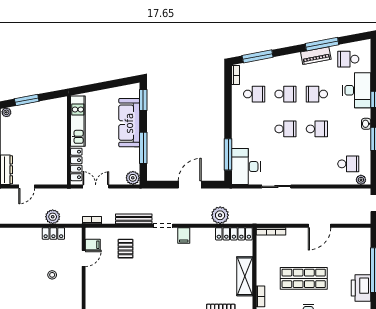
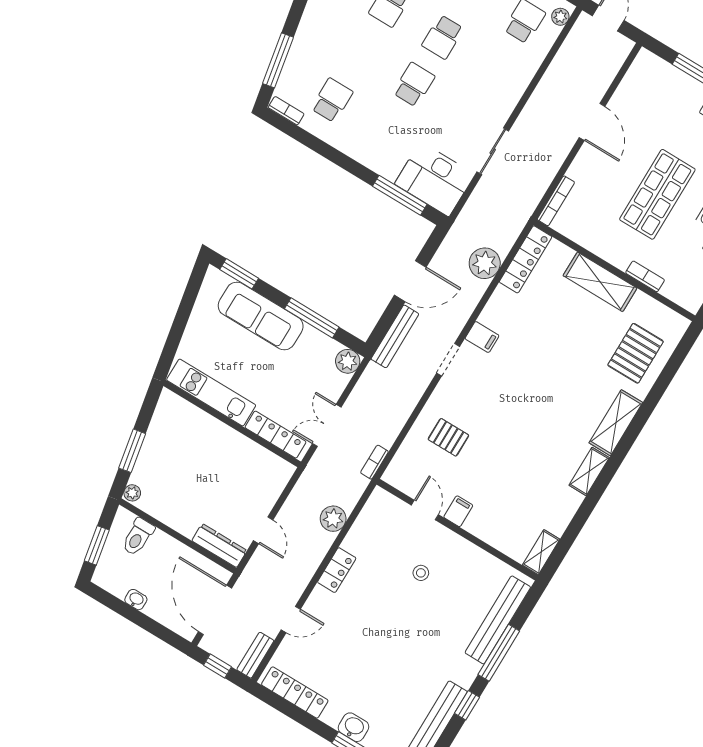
school desk: (285, 94) -> (361, 53), removed
school desk: (317, 129) -> (443, 37), turned 180
door: (190, 185) -> (410, 281), swing flipped
bench: (134, 219) -> (395, 336), moved
locker: (53, 234) -> (337, 570), moved
filing cabinet: (93, 245) -> (458, 511), moved

